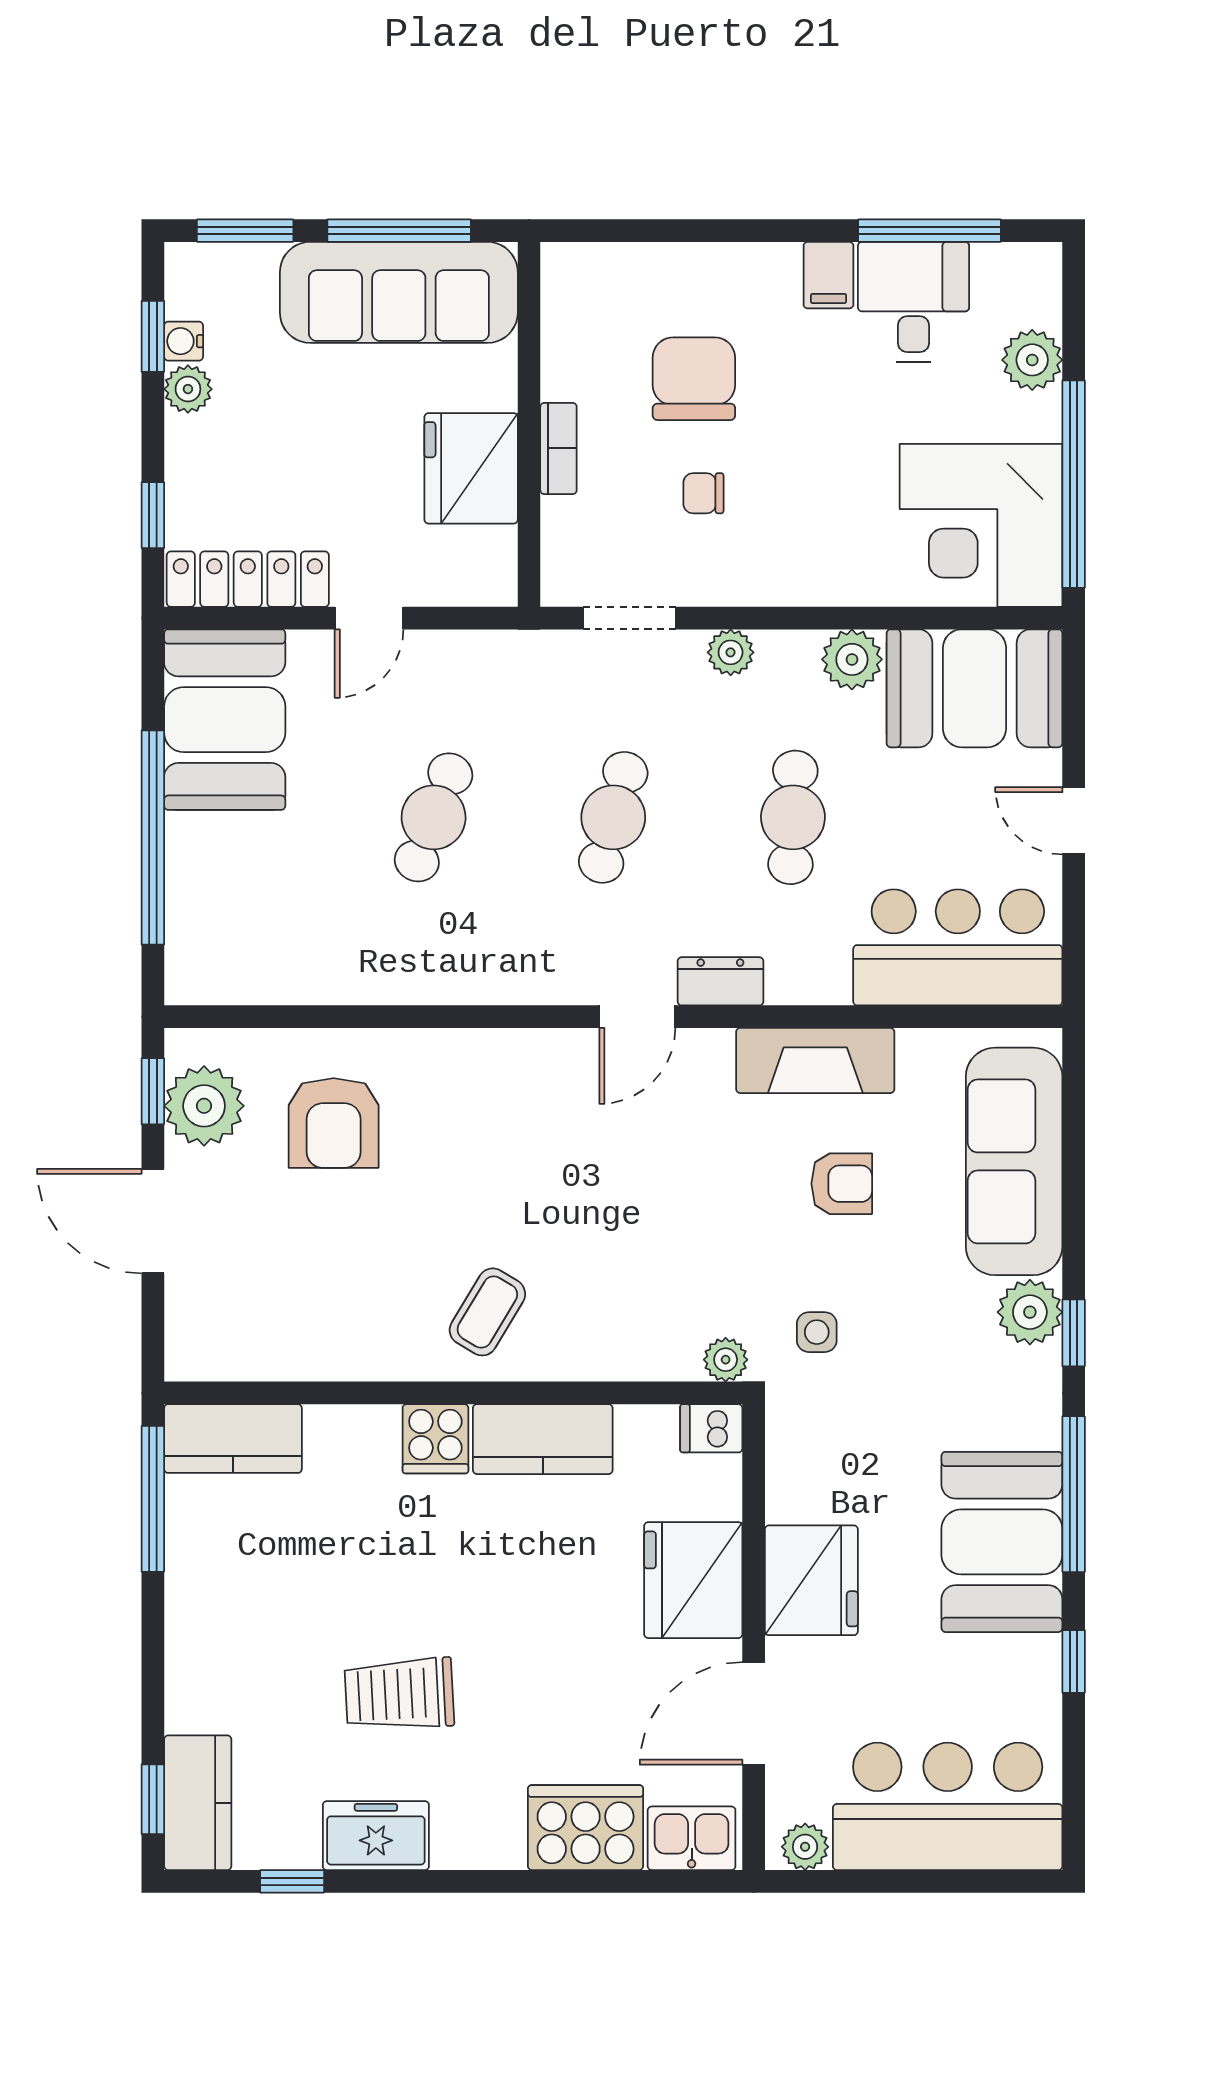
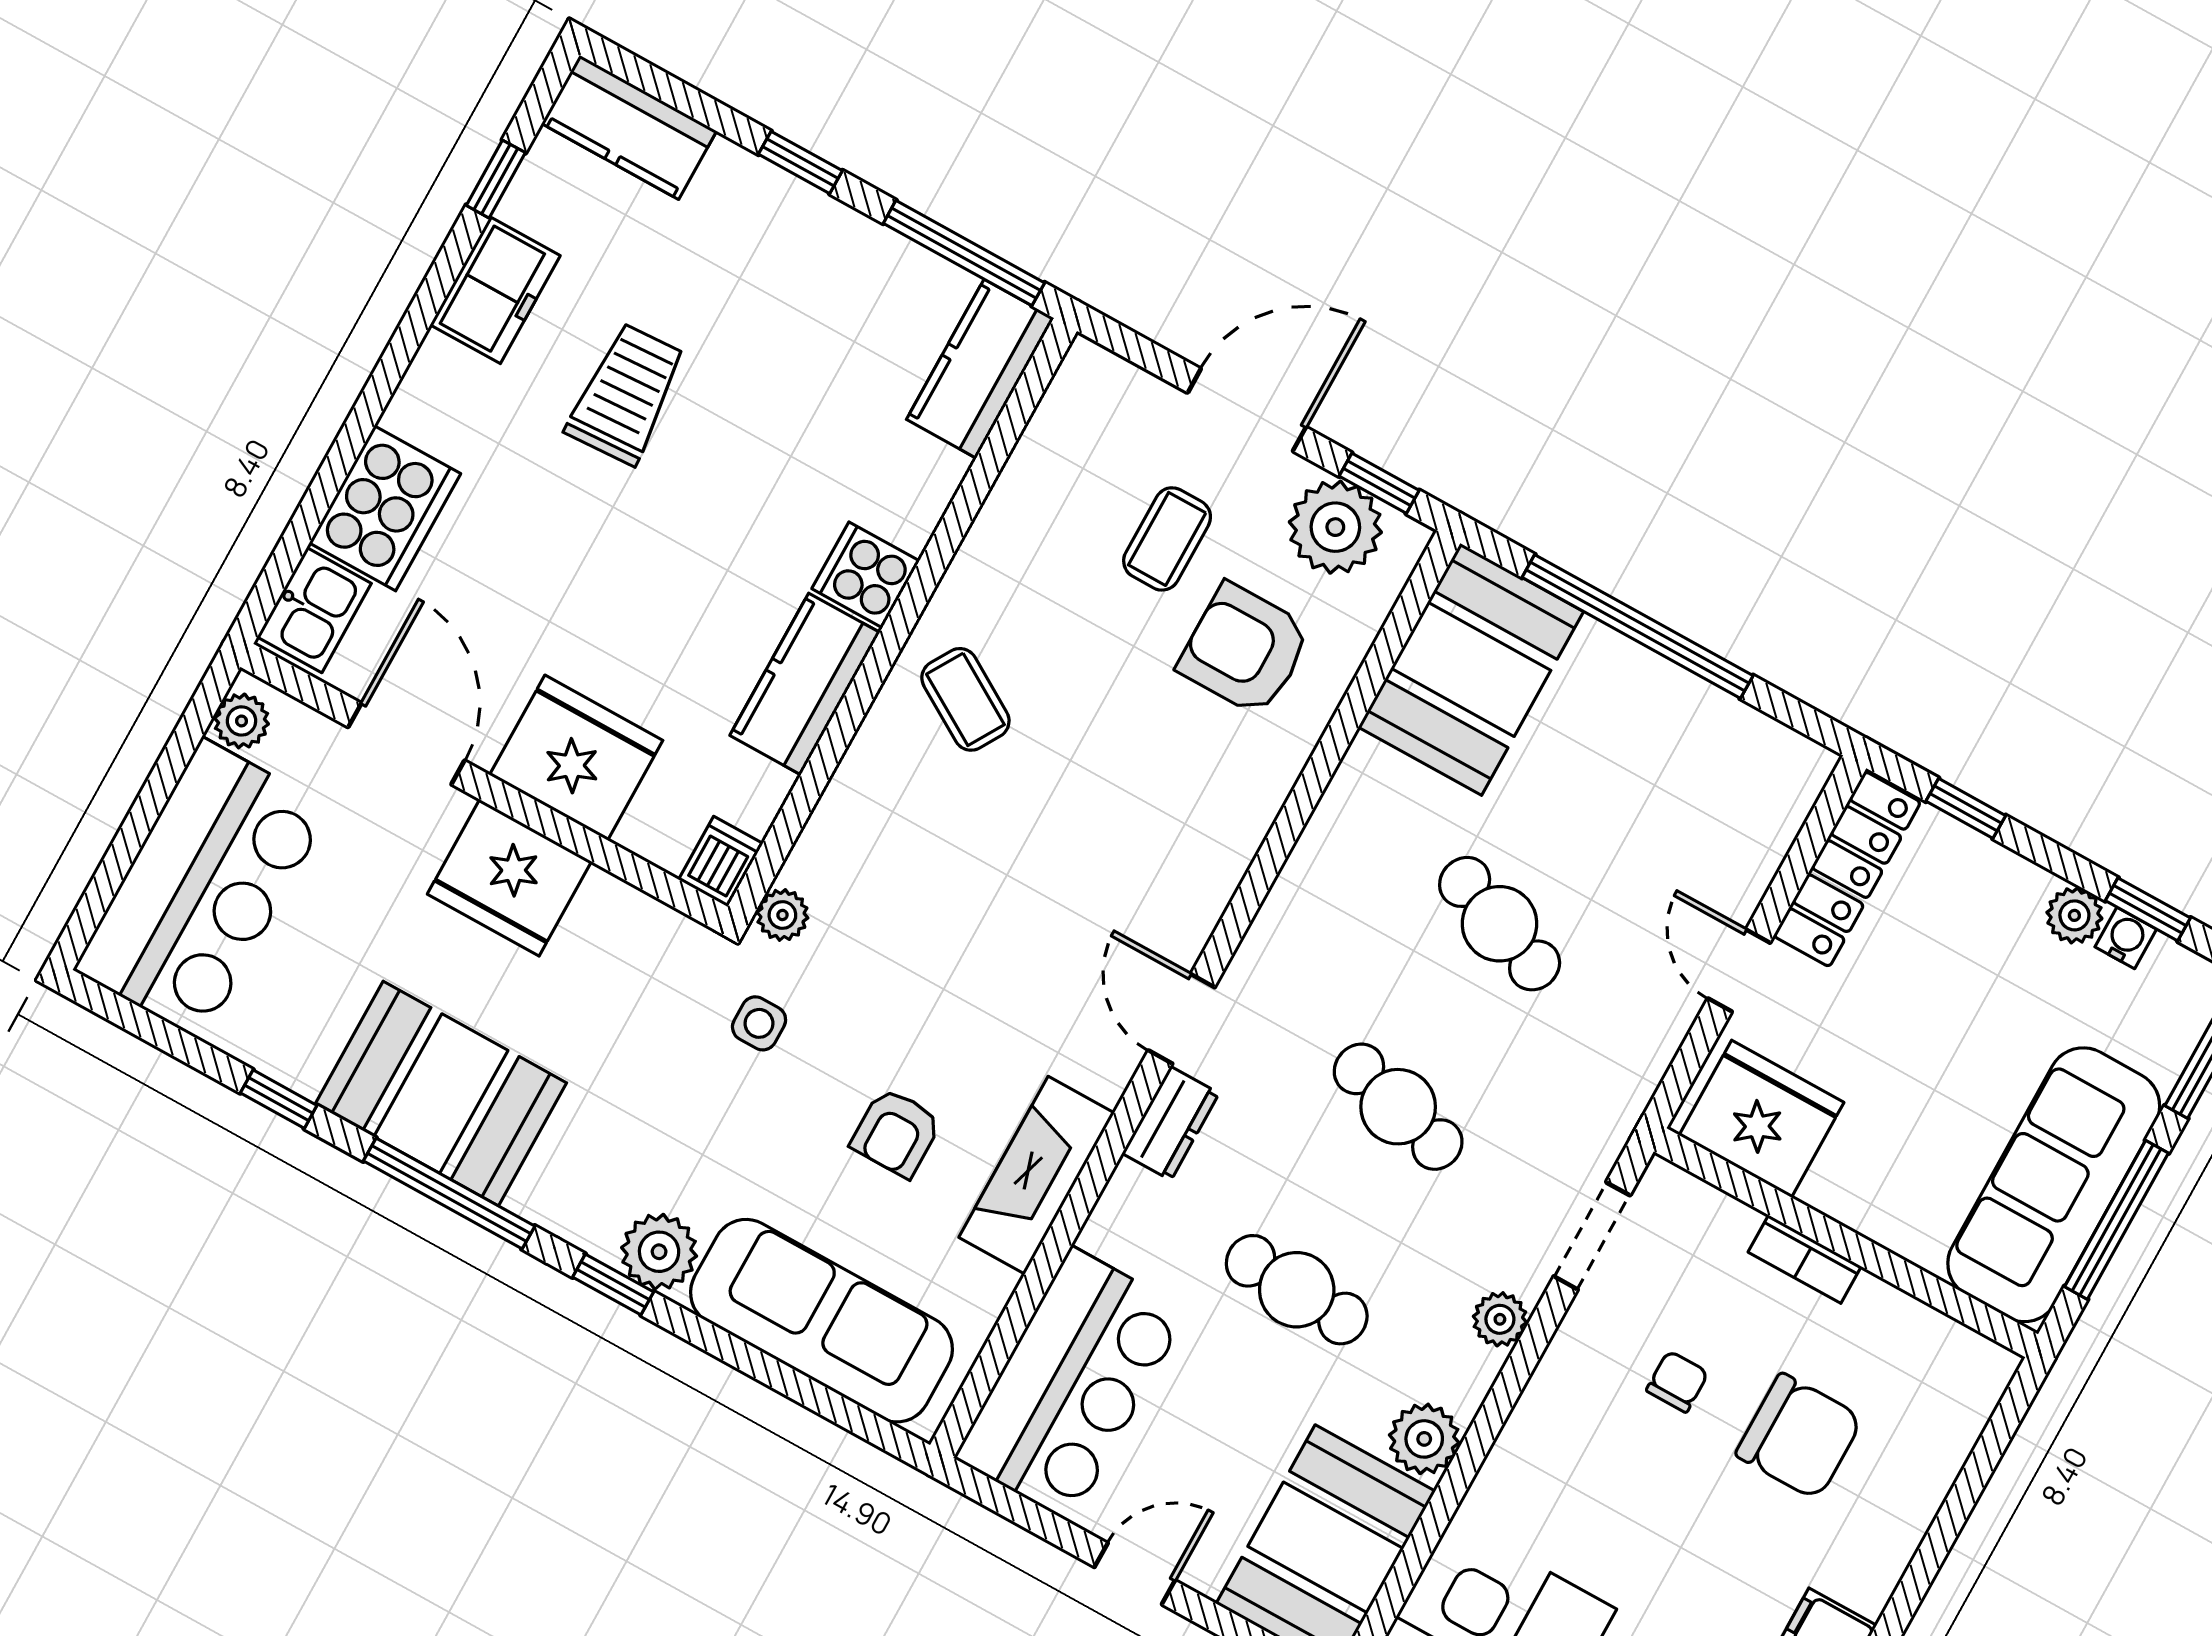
fridge: (471, 468) -> (1761, 1119), moved
booth: (225, 720) -> (1471, 669), moved, turned 90
coffee table: (283, 1227) -> (1167, 539), added
window: (153, 1799) -> (800, 162), moved

